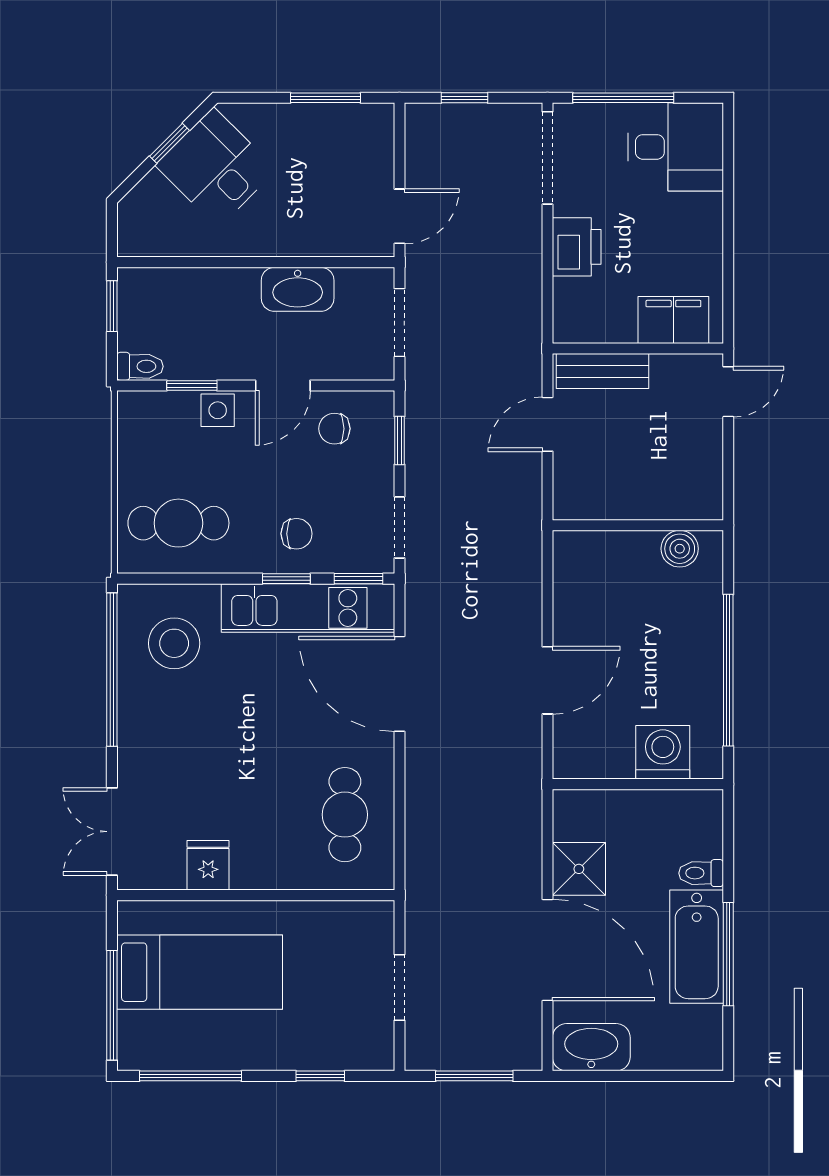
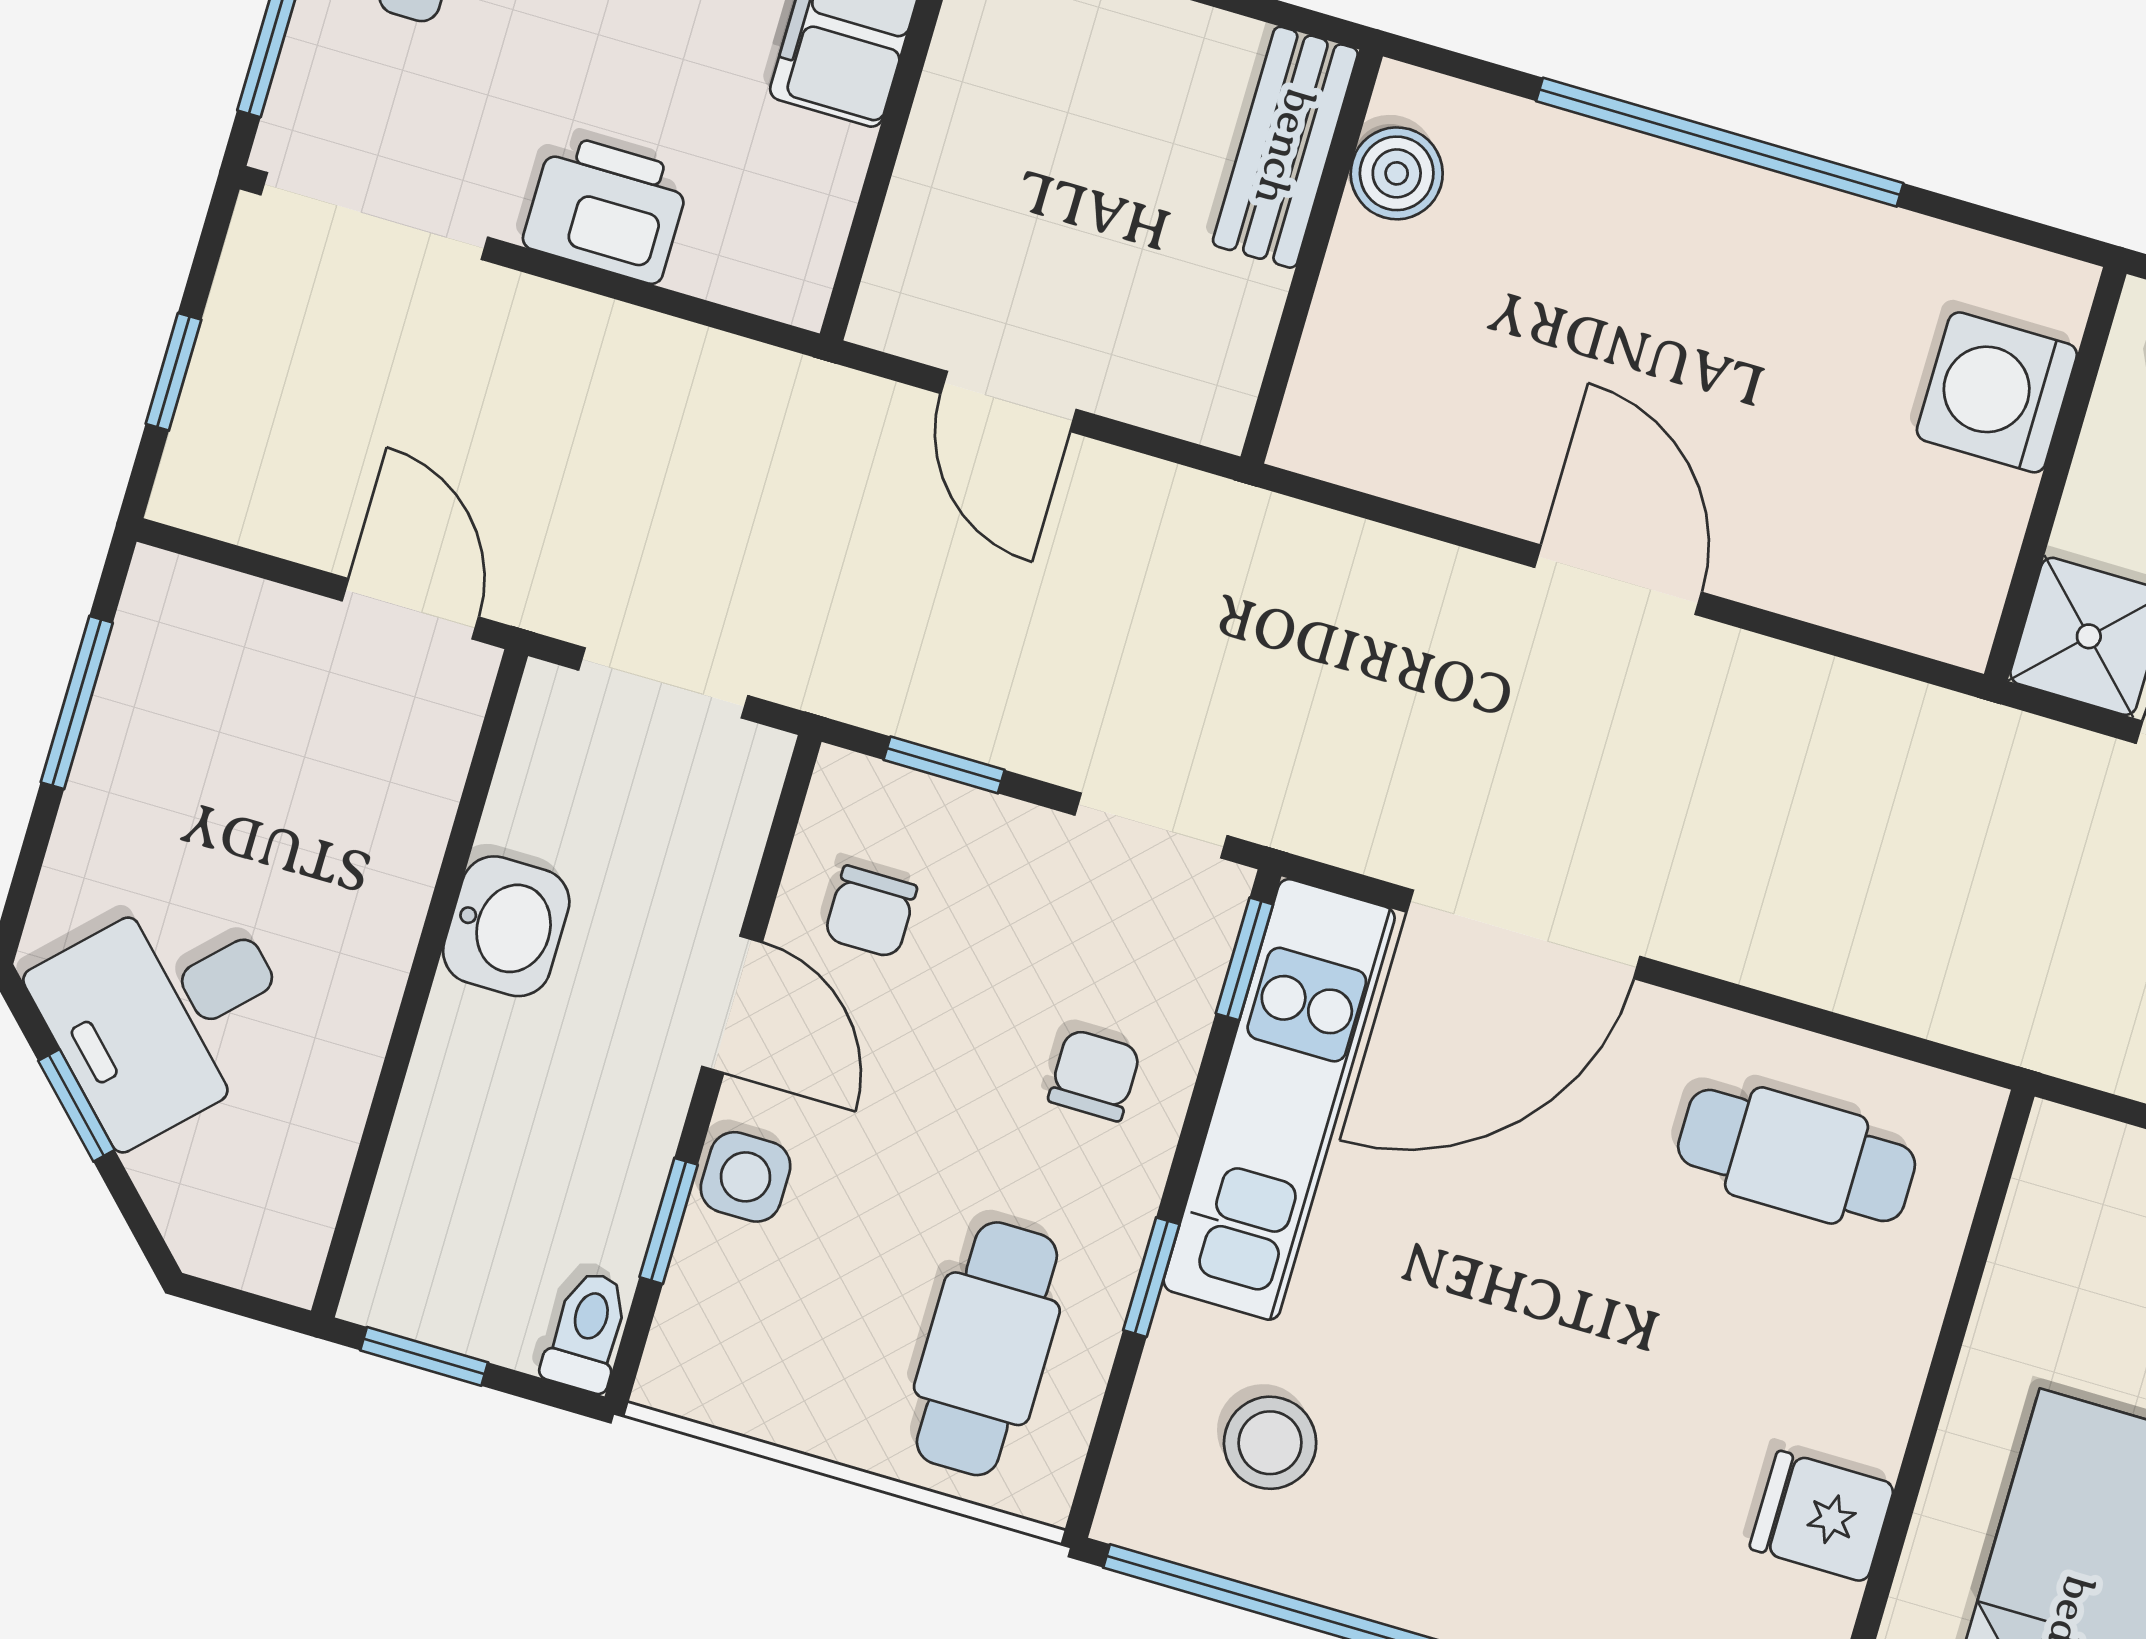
washbasin: (298, 289) -> (506, 926), width x0.72
bench: (602, 371) -> (1285, 147), moved
window: (286, 579) -> (1151, 1277), moved
stool: (174, 643) -> (1270, 1443), width x0.73, depth x0.73
washing machine: (663, 752) -> (1997, 392), moved
wall: (638, 784) -> (2055, 474), moved

